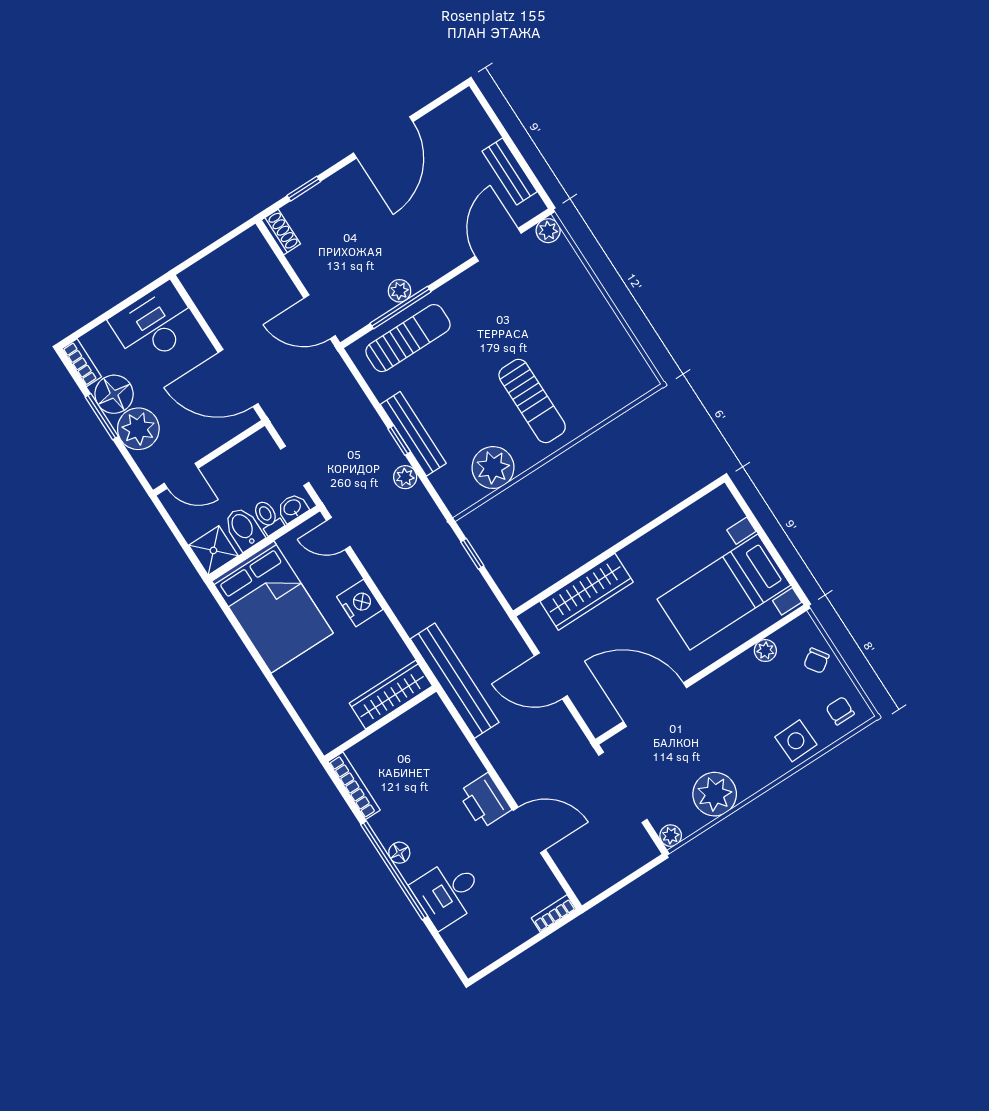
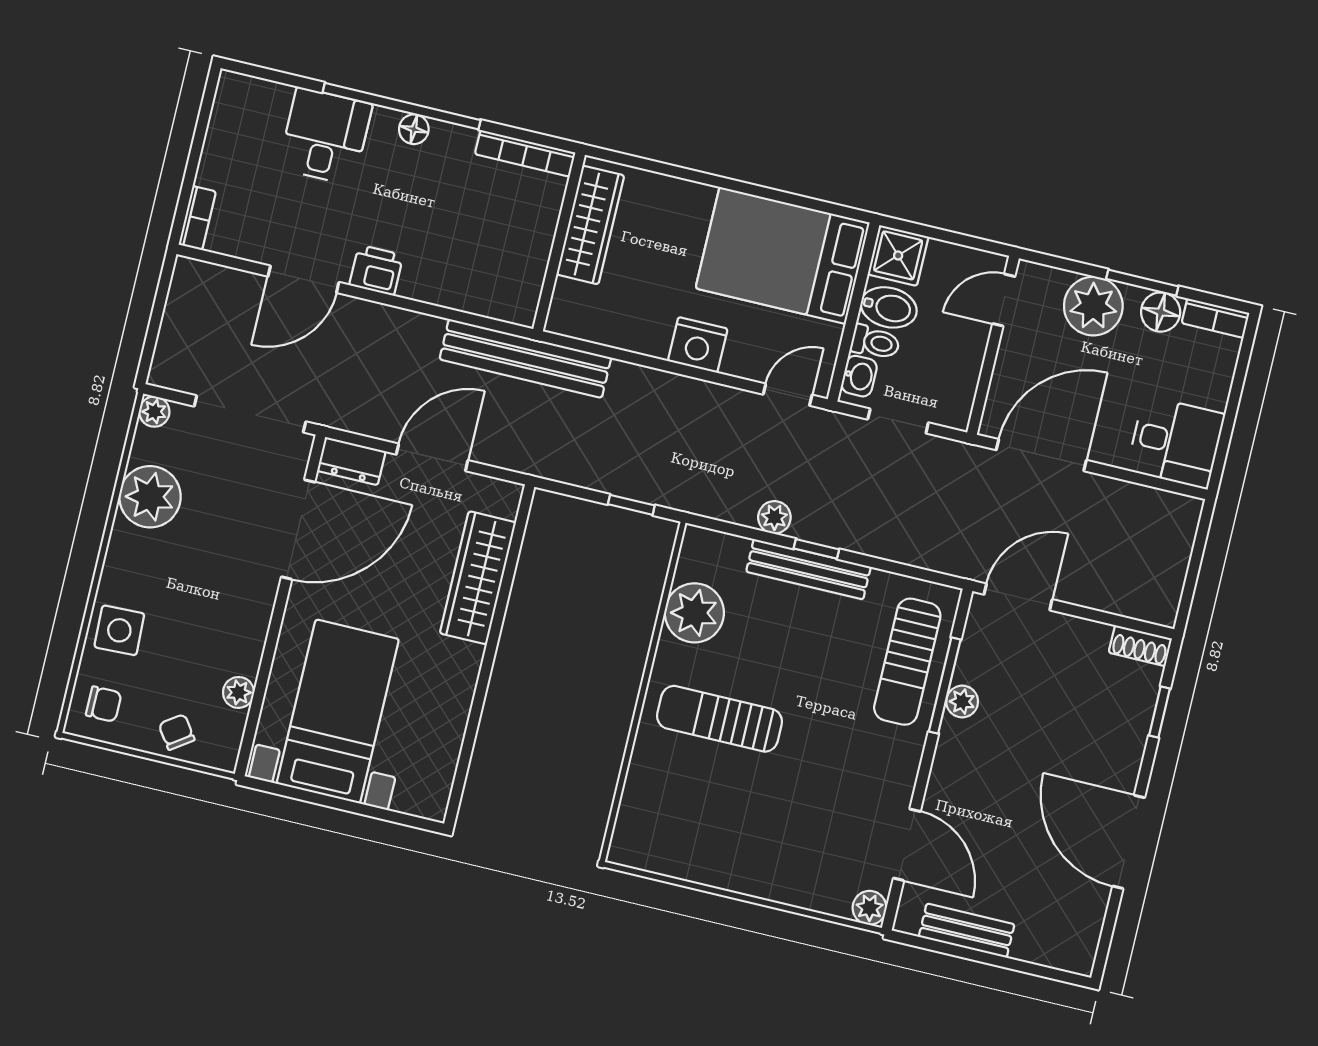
desk: (154, 324) -> (1176, 442), width x0.73
floor lamp: (114, 394) -> (1161, 312), width x0.73, depth x0.73
wardrobe: (391, 695) -> (590, 225), moved
dresser: (594, 713) -> (351, 461), added
printer: (485, 801) -> (376, 270), width x0.73, depth x0.81

